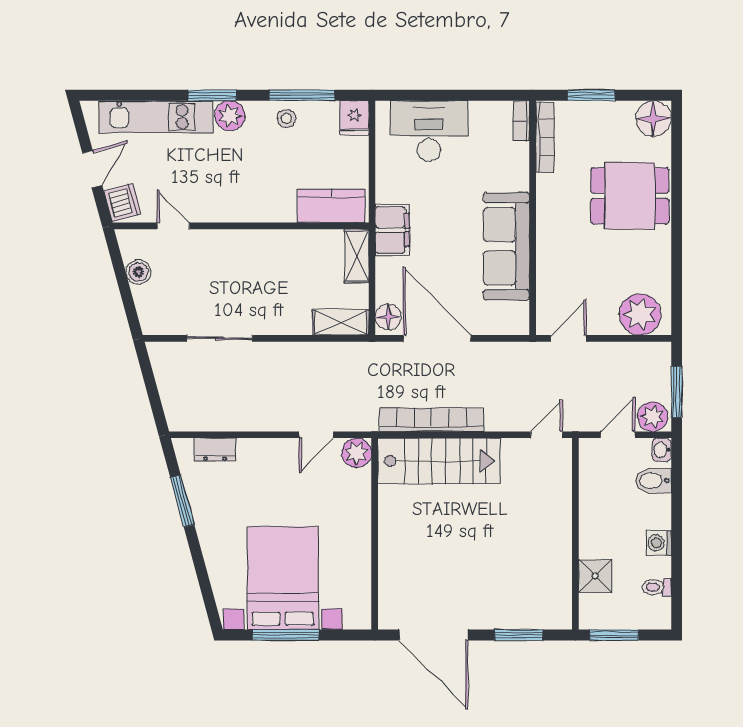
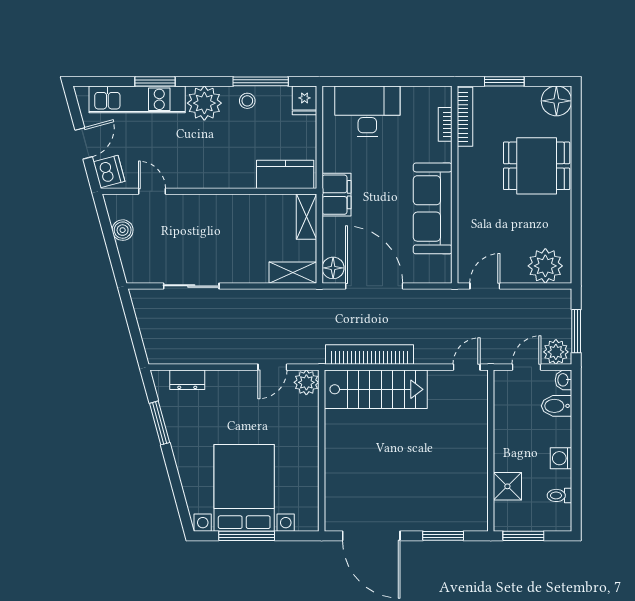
window: (212, 95) -> (155, 81), moved
plant: (230, 116) -> (204, 103), width x1.36, depth x1.36
bookcase: (521, 121) -> (445, 124), moved

